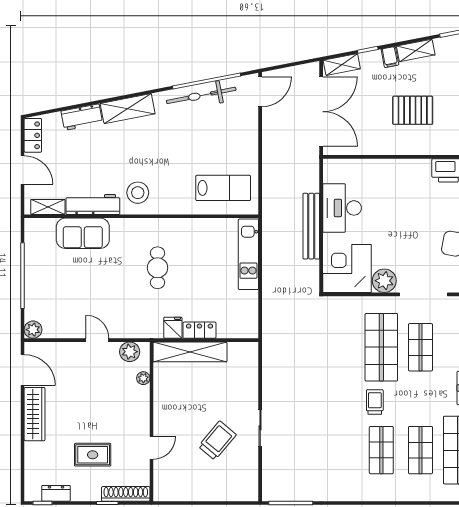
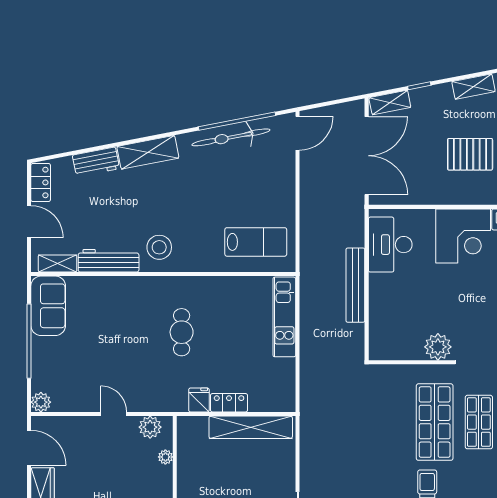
filing cabinet: (390, 57) -> (444, 94), removed
desk: (342, 208) -> (390, 245), moved
sofa: (83, 233) -> (48, 306), moved, turned -90
corner desk: (347, 269) -> (463, 236), moved, turned 180
shelving: (190, 352) -> (251, 427), moved

